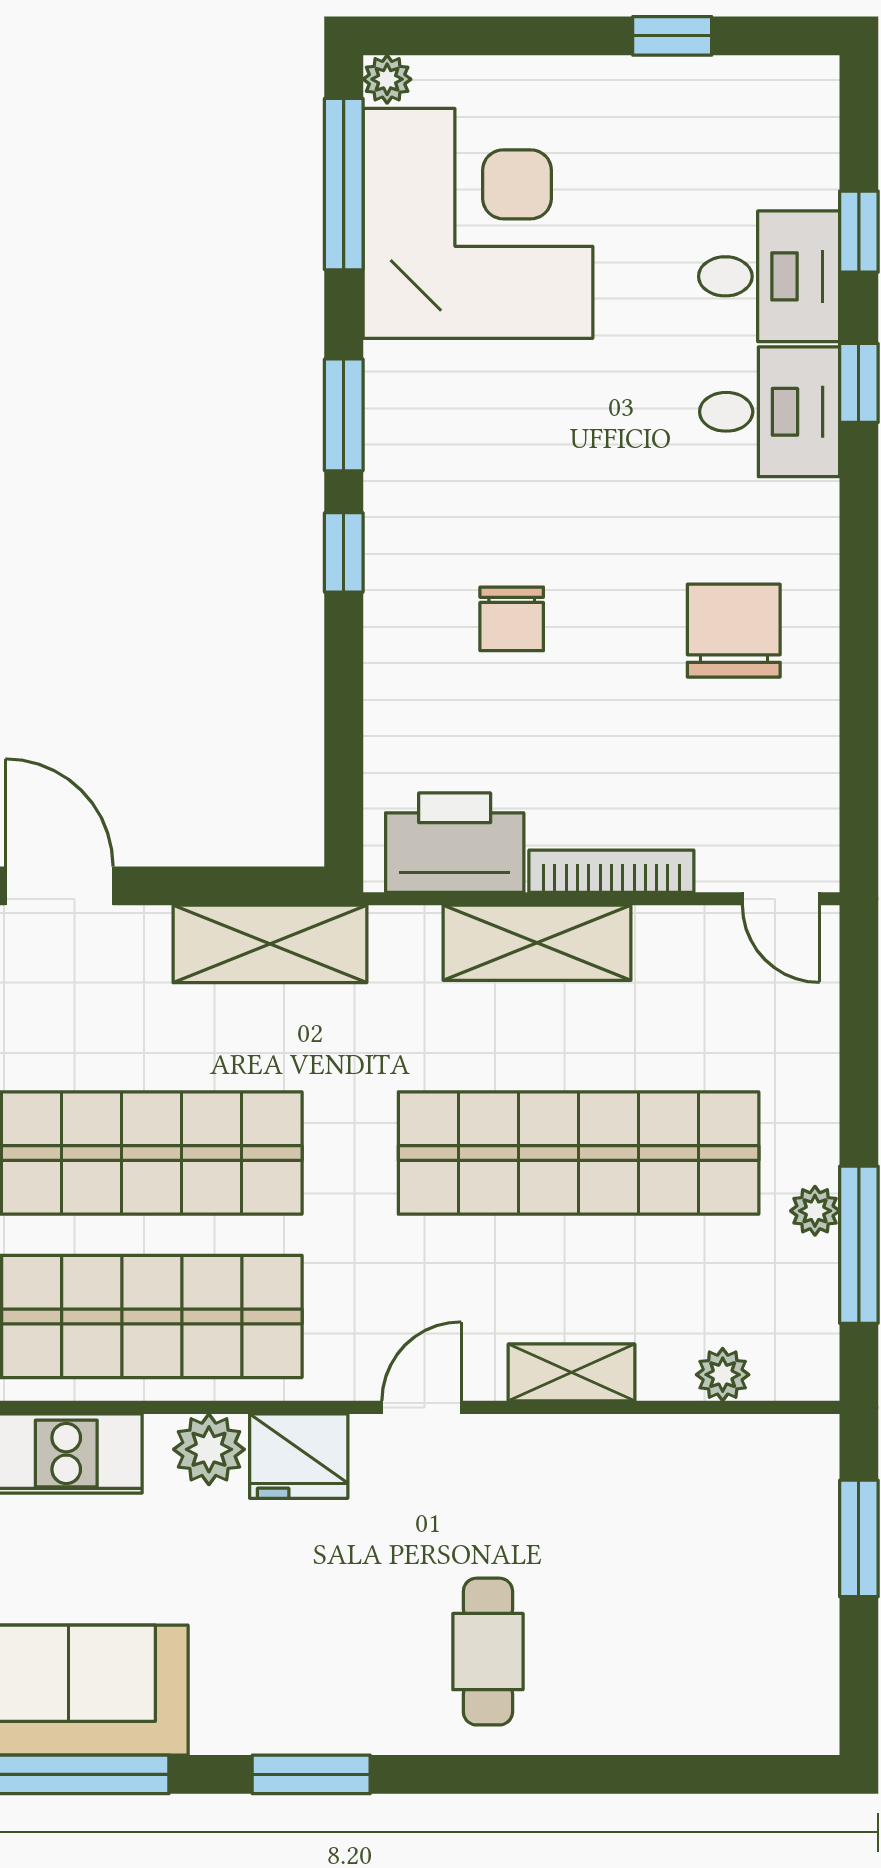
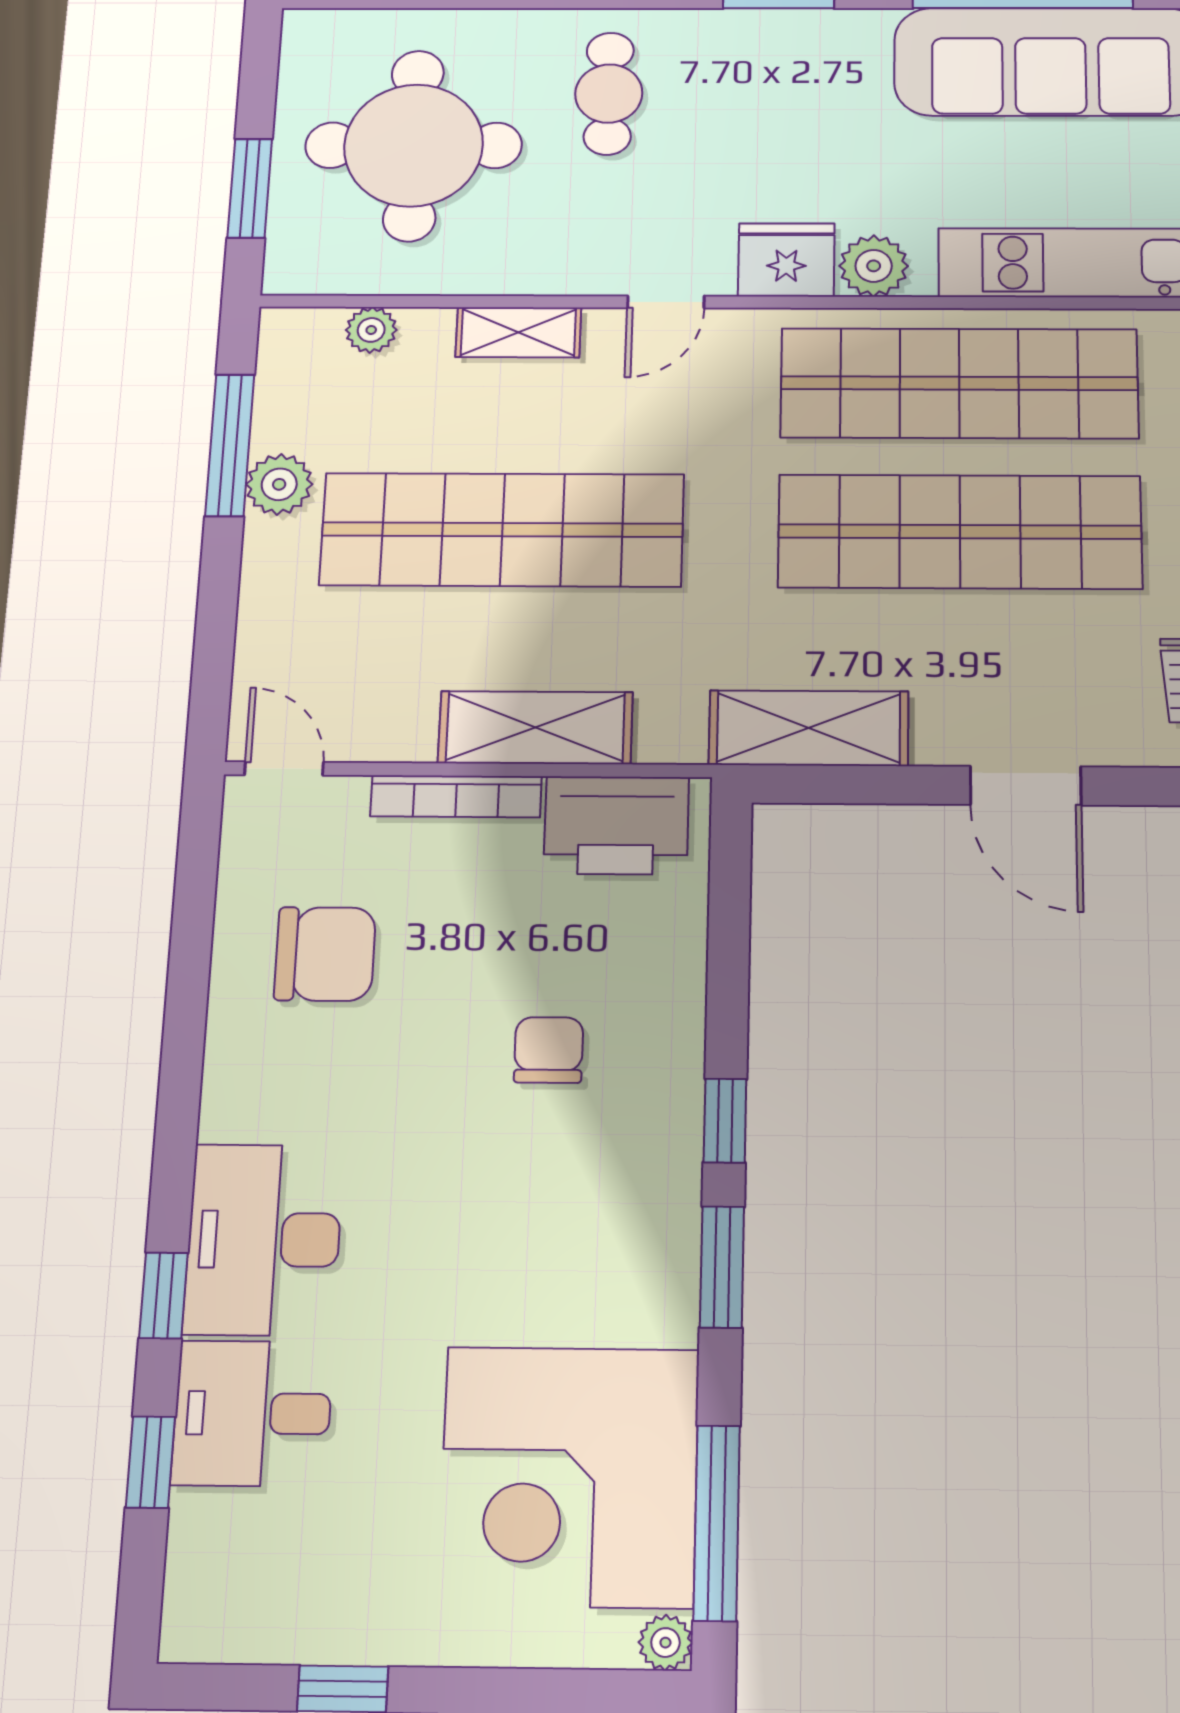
desk: (770, 412) -> (264, 1239), width x1.37
chair: (734, 631) -> (325, 954), moved, turned -90
plant: (815, 1211) -> (279, 484), width x1.38, depth x1.38
round table: (690, 1589) -> (414, 145), added

